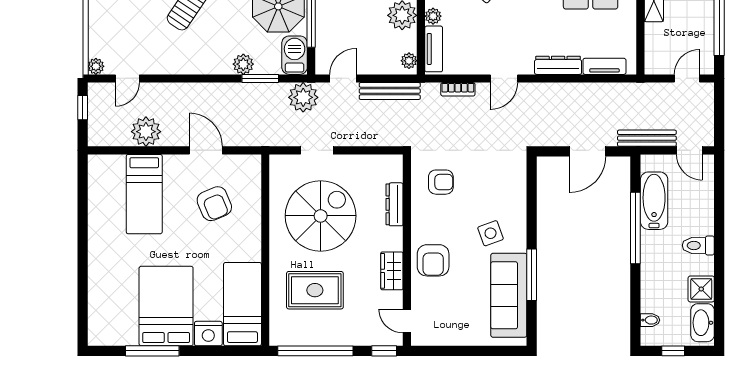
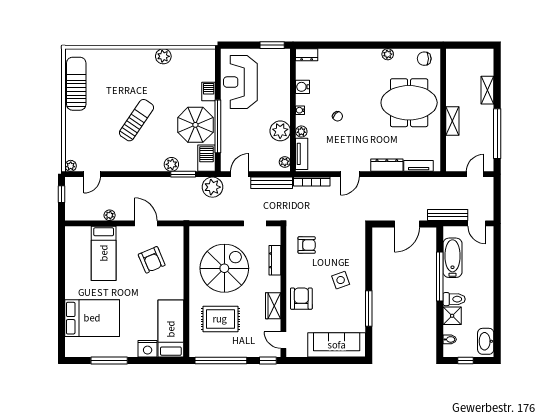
bookcase: (458, 89) -> (312, 182), width x1.56
plant: (146, 132) -> (110, 215), width x0.53, depth x0.53
doorway: (317, 150) -> (255, 223), moved
toilet: (698, 245) -> (454, 299), moved, turned 180
armchair: (433, 260) -> (301, 299), turned 180
shower: (701, 289) -> (452, 316), moved
sofa: (509, 295) -> (337, 345), moved, turned 90
bed: (166, 306) -> (92, 318), moved, turned 90

